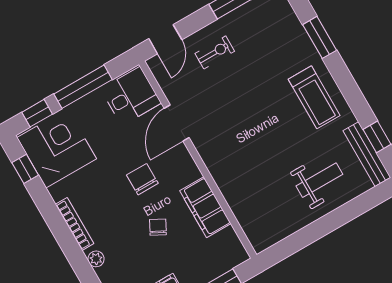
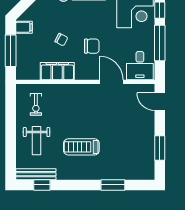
exercise bike: (215, 52) -> (36, 104), moved
treadmill: (314, 97) -> (81, 147), moved

